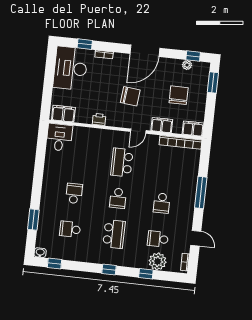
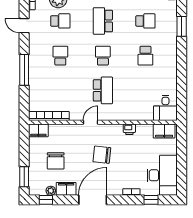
filing cabinet: (162, 125) -> (66, 189), moved, turned 180

